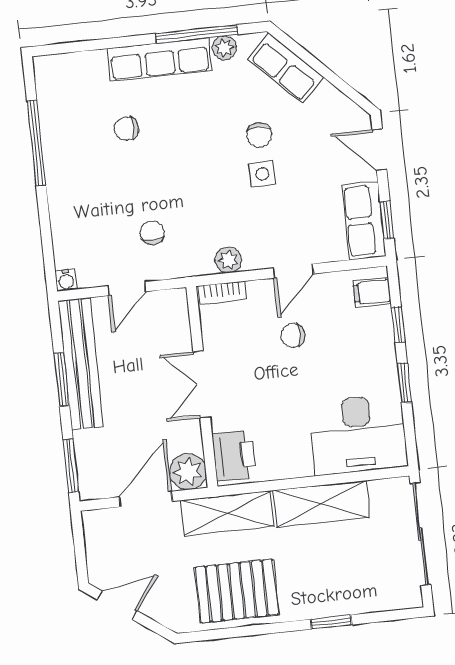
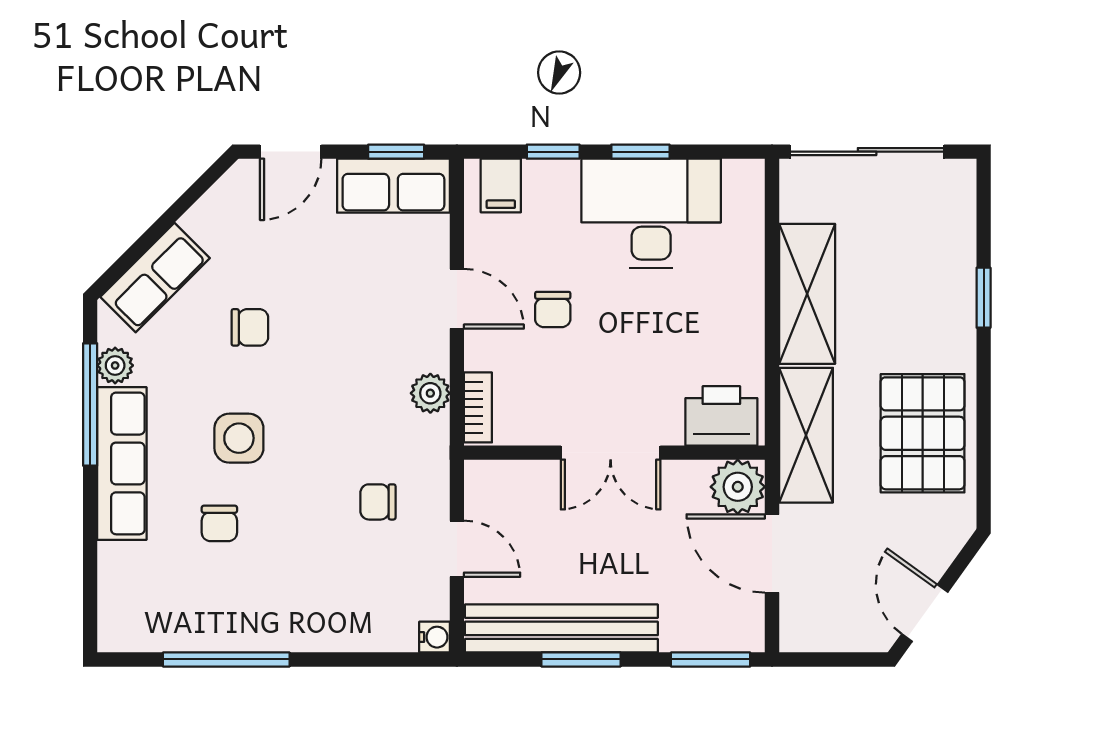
side table: (262, 174) -> (239, 438), moved, width x1.37, depth x1.37
desk: (358, 435) -> (651, 214), moved, turned -90

